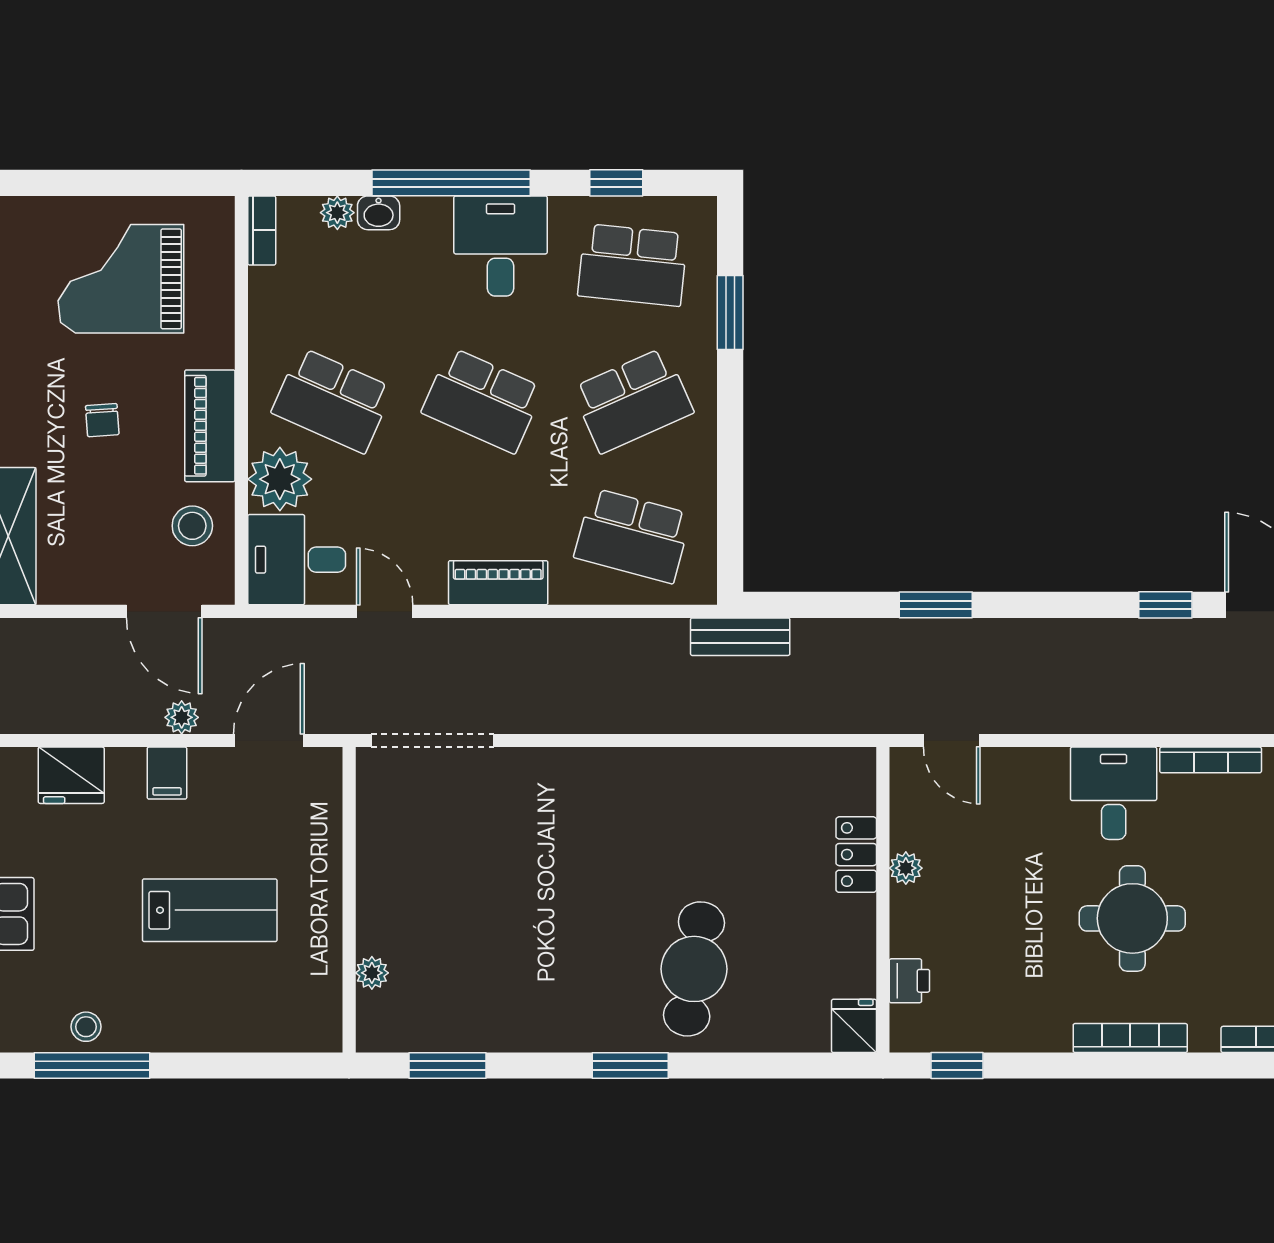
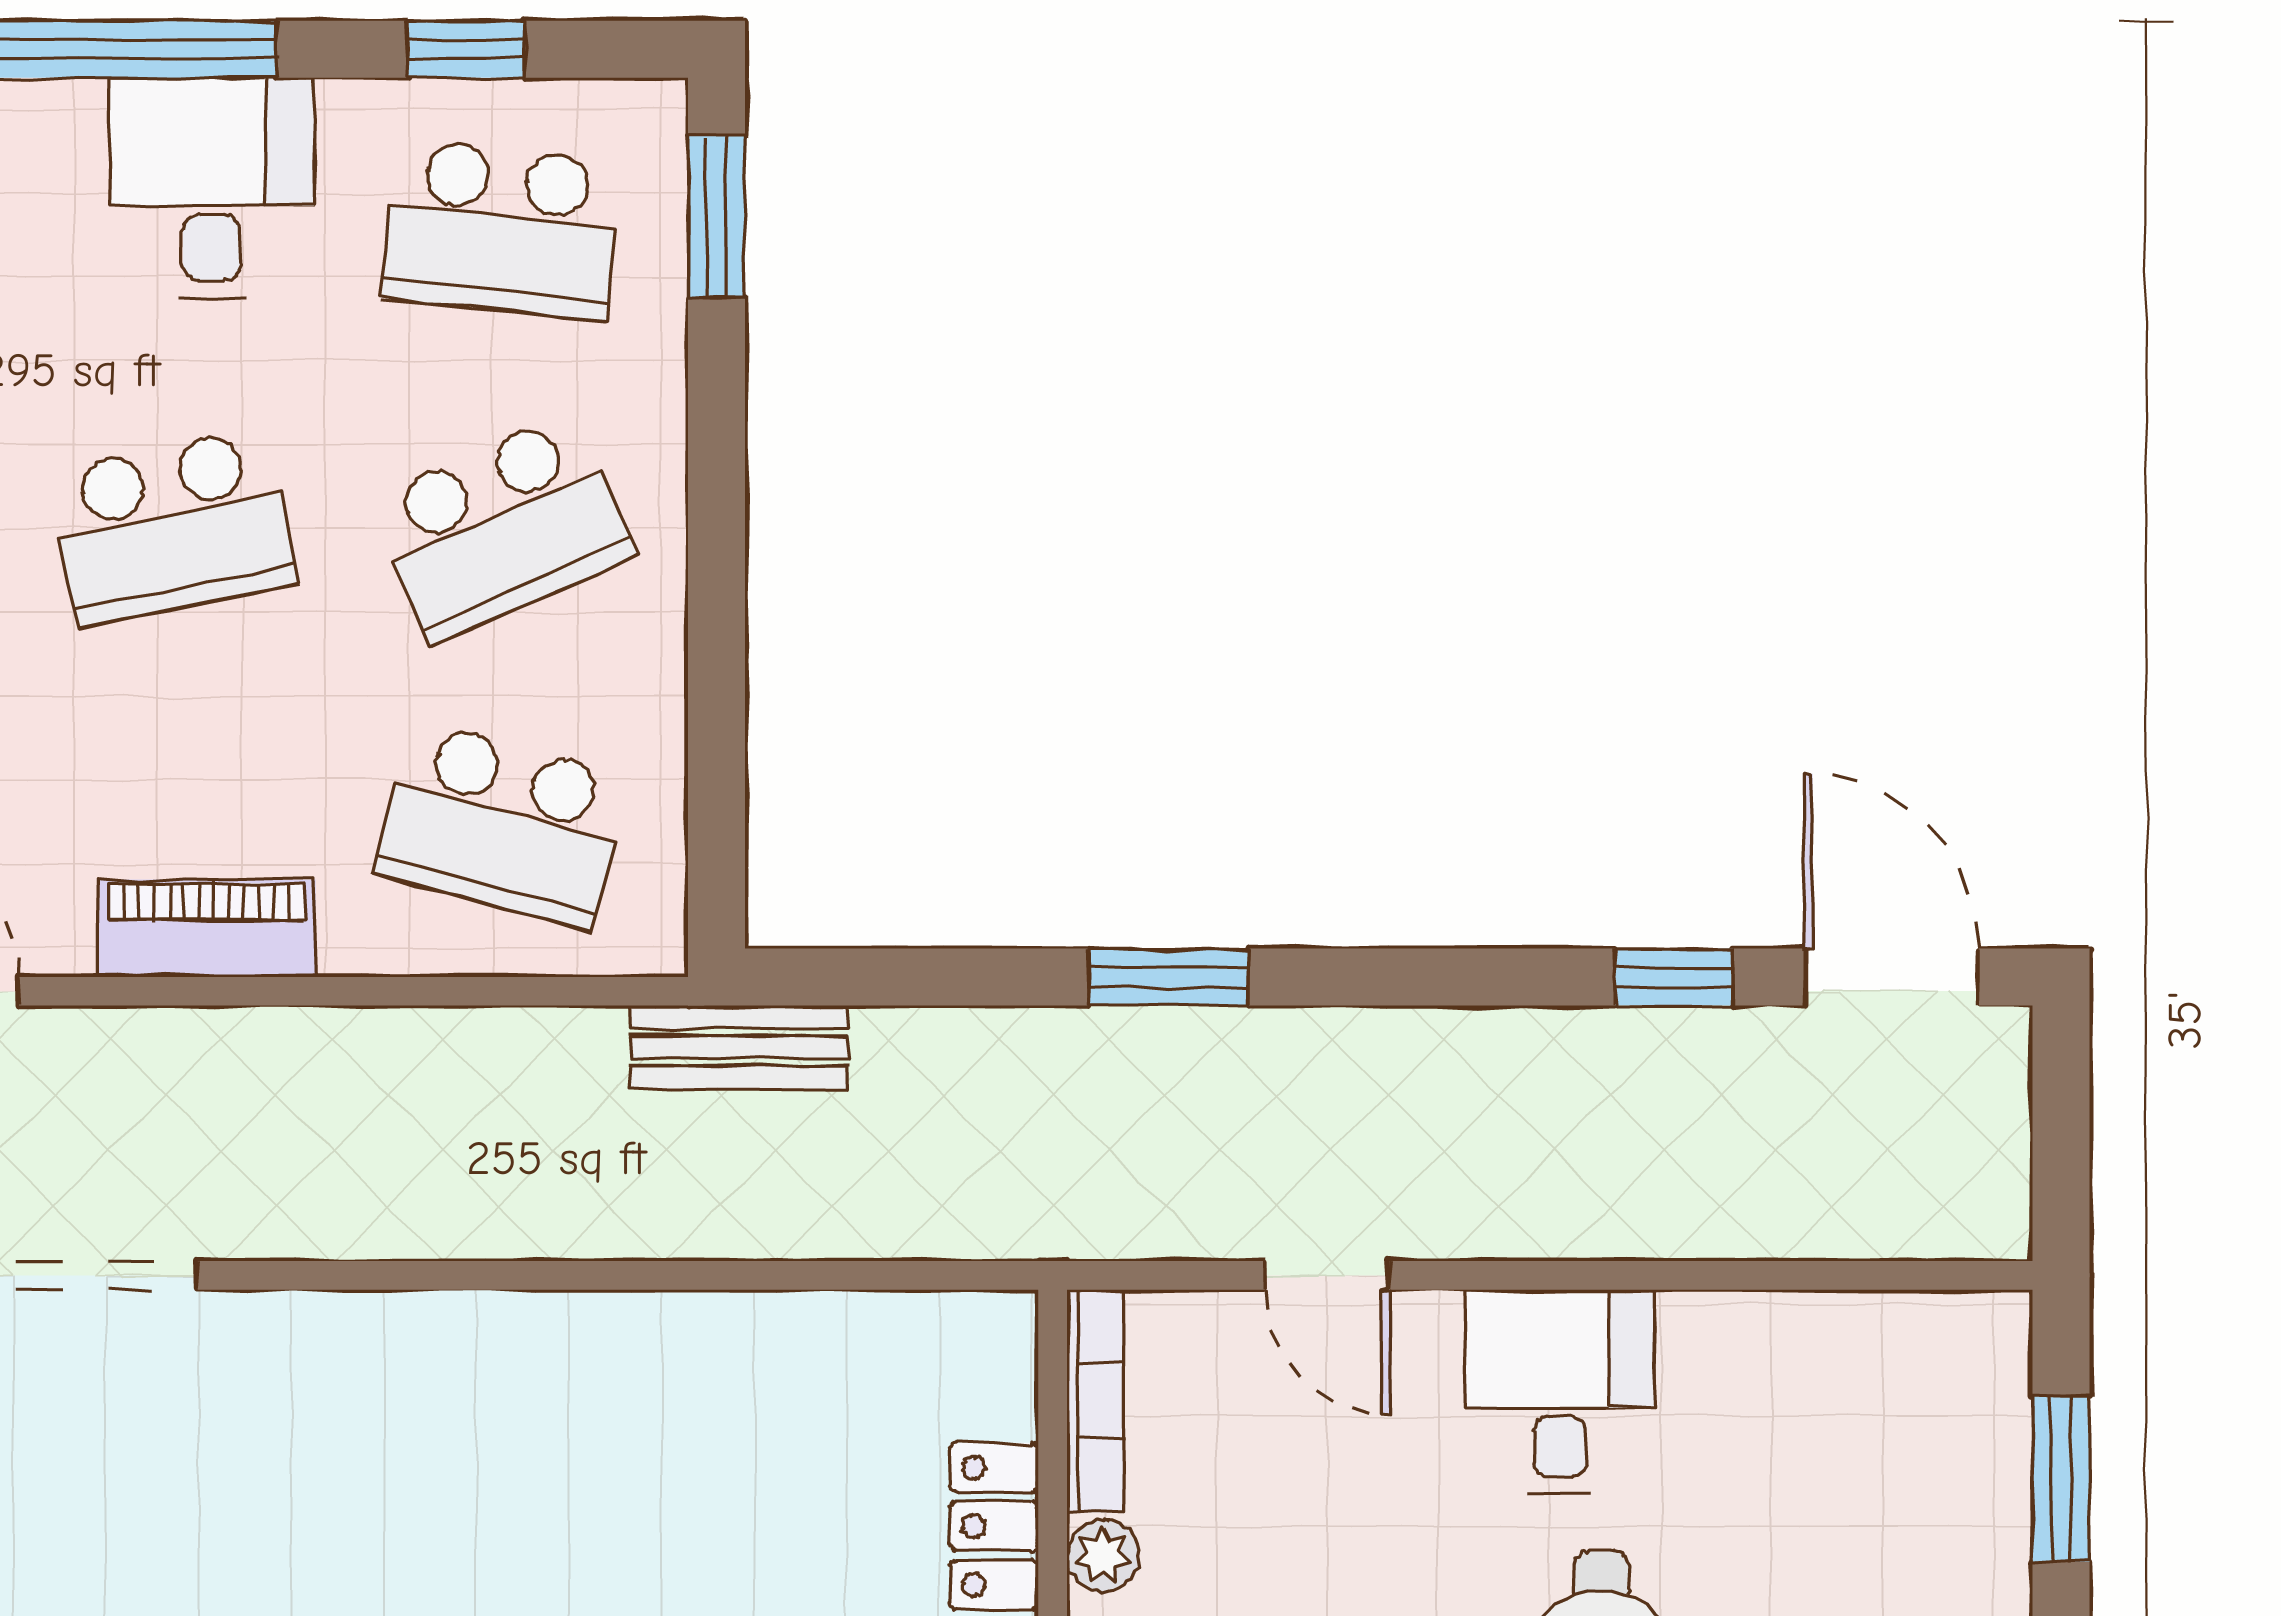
window: (730, 313) -> (717, 217), moved
school desk: (483, 400) -> (172, 527), turned -36
door: (952, 740) -> (1327, 1275), moved
bookcase: (1211, 760) -> (1095, 1401), moved, turned -90

